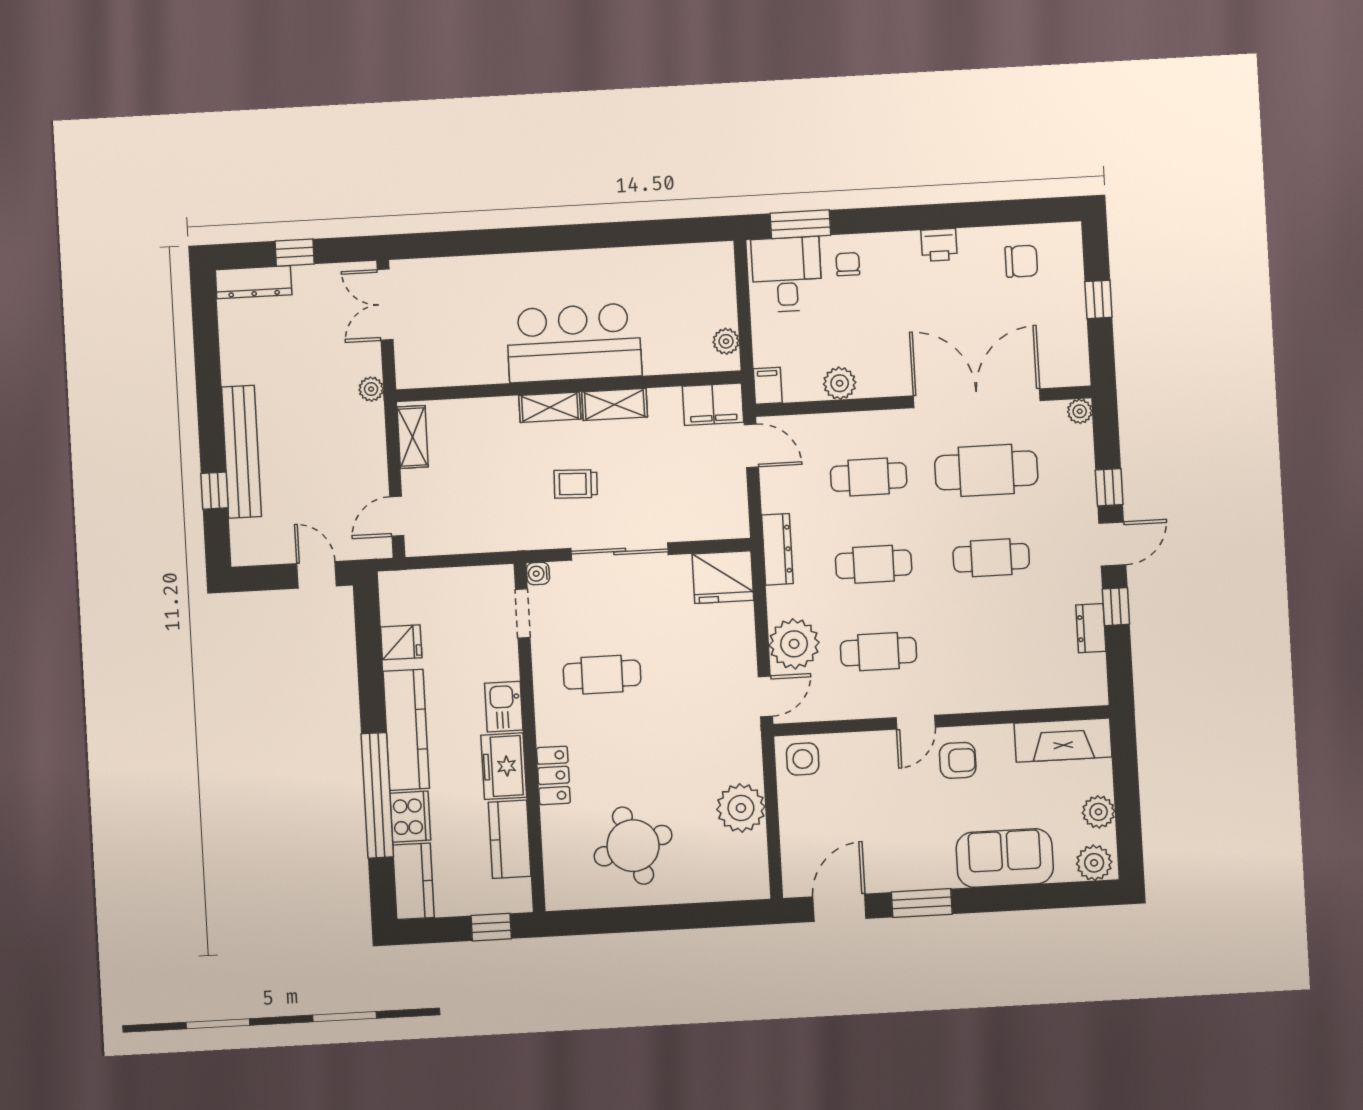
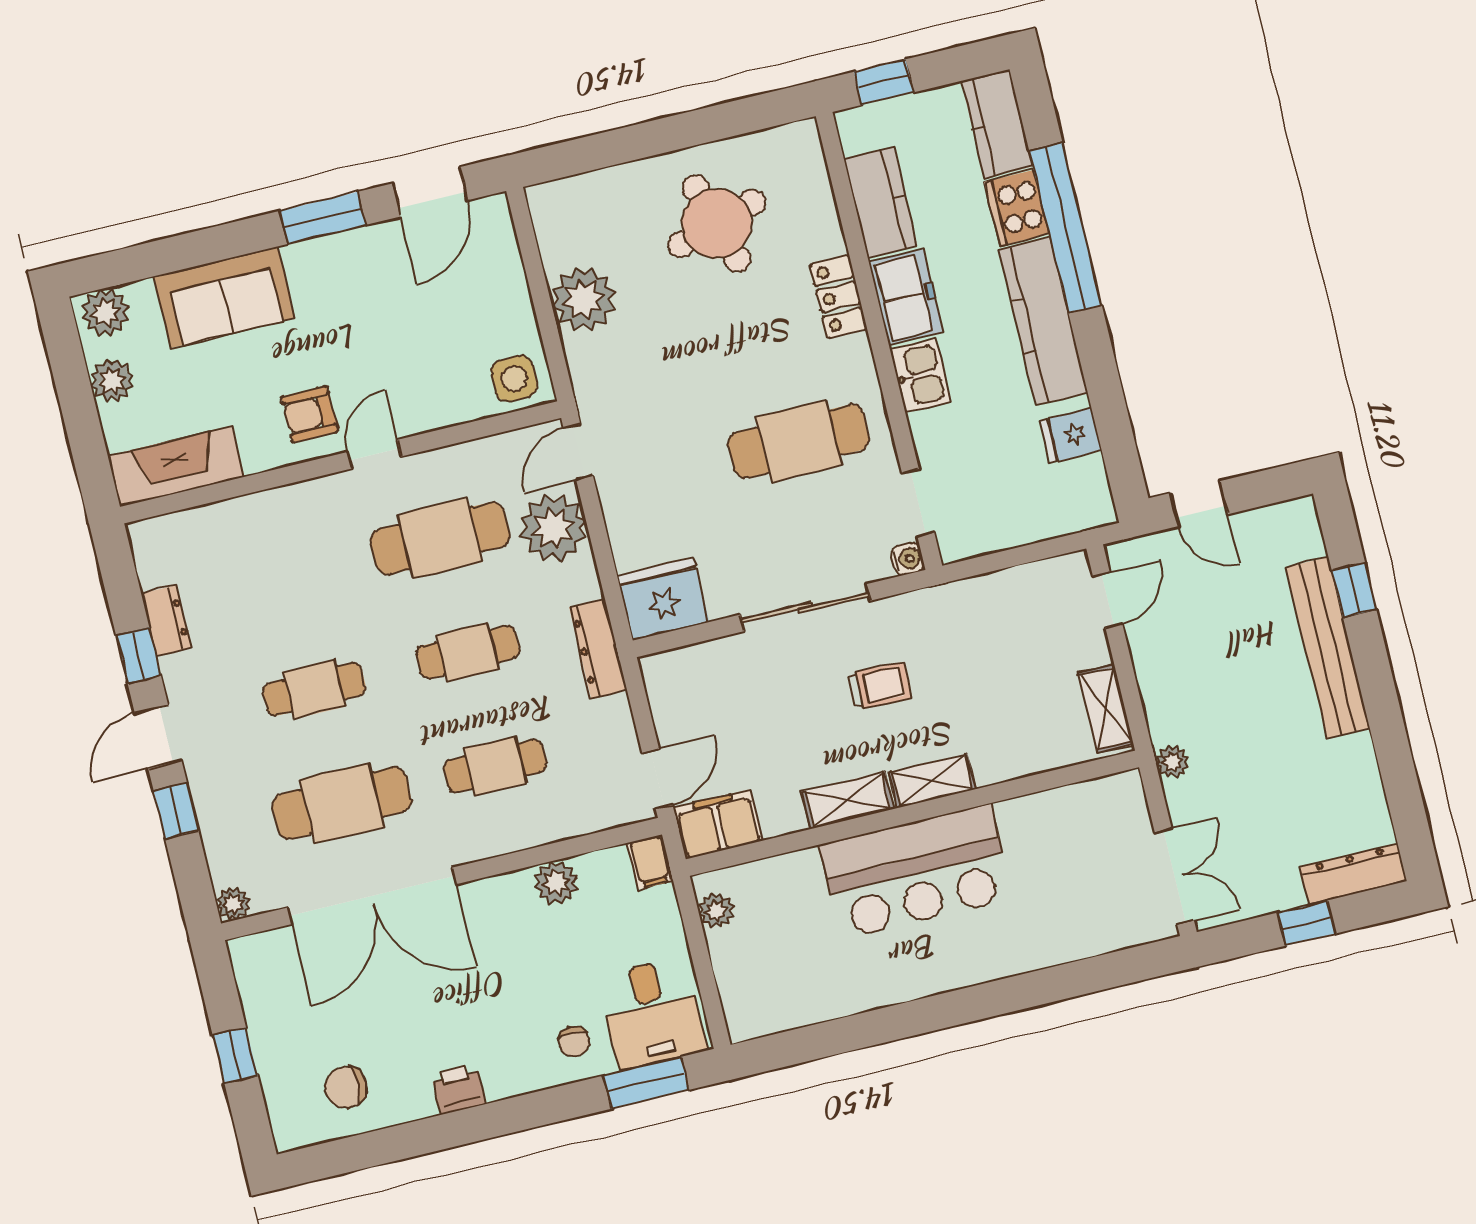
door: (751, 446) -> (657, 779), swing flipped
cafe table: (878, 652) -> (440, 538), width x1.37, depth x1.35
cafe table: (602, 675) -> (799, 441), width x1.37, depth x1.35

